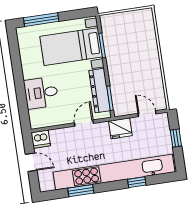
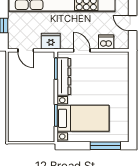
desk: (41, 93) -> (115, 82), removed
door: (84, 123) -> (82, 50), swing flipped
dishwasher: (41, 139) -> (106, 42), moved

